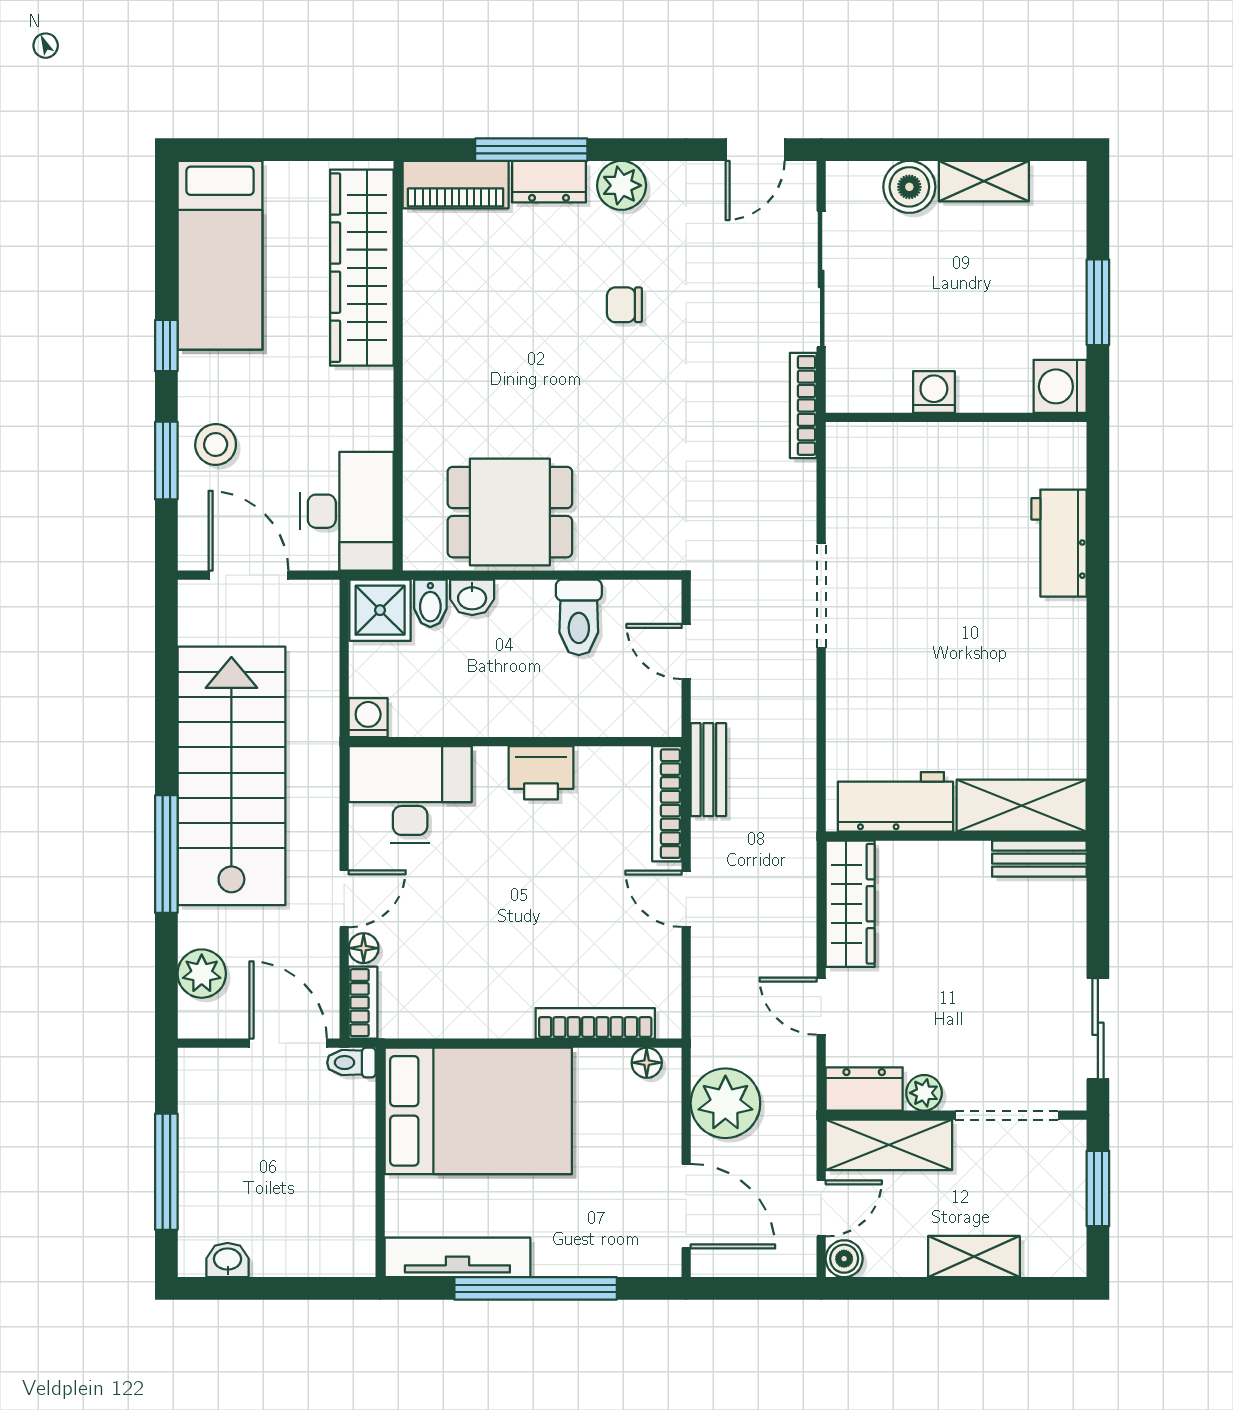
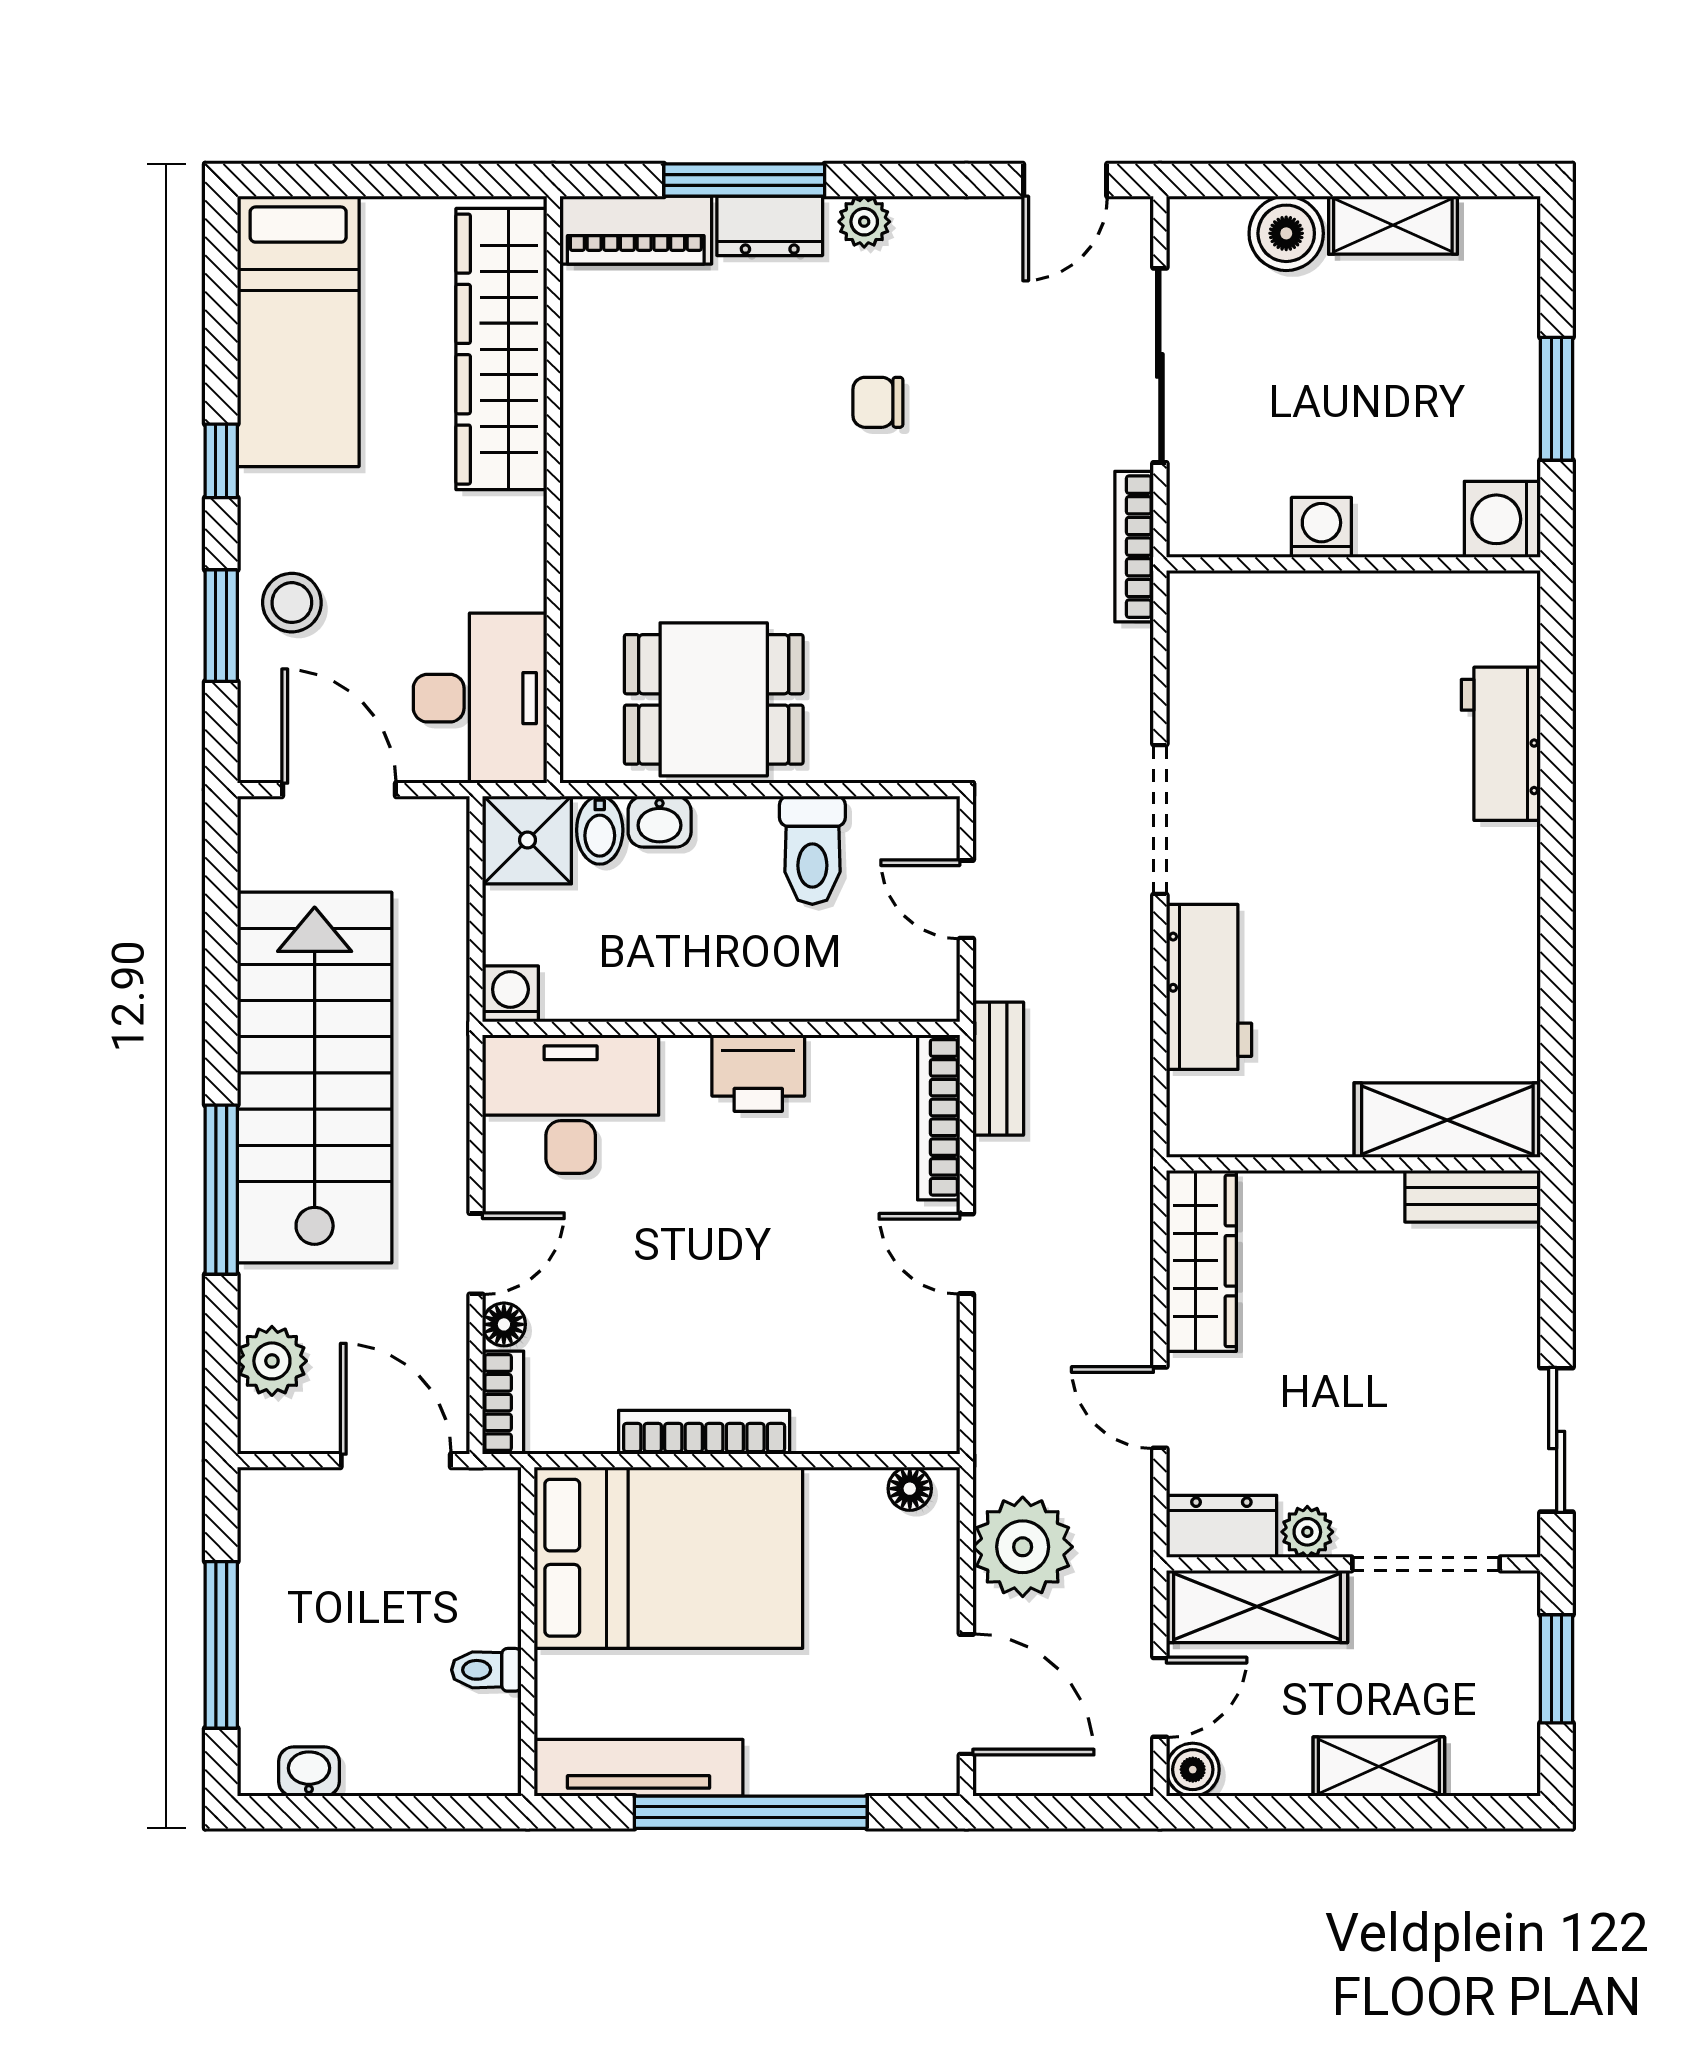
plant: (622, 185) -> (864, 222), width x0.73, depth x0.73
workbench: (896, 802) -> (1209, 987), moved, turned 90
bookcase: (595, 1023) -> (704, 1432), moved
toilet: (351, 1063) -> (486, 1670), moved

